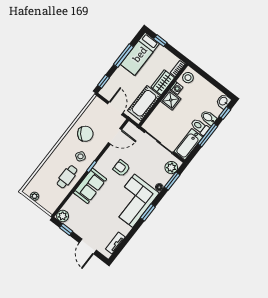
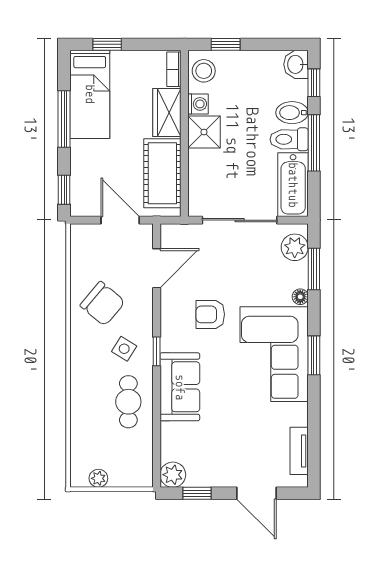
window: (203, 74) -> (226, 44), added
chair: (85, 134) -> (103, 304), turned 80

